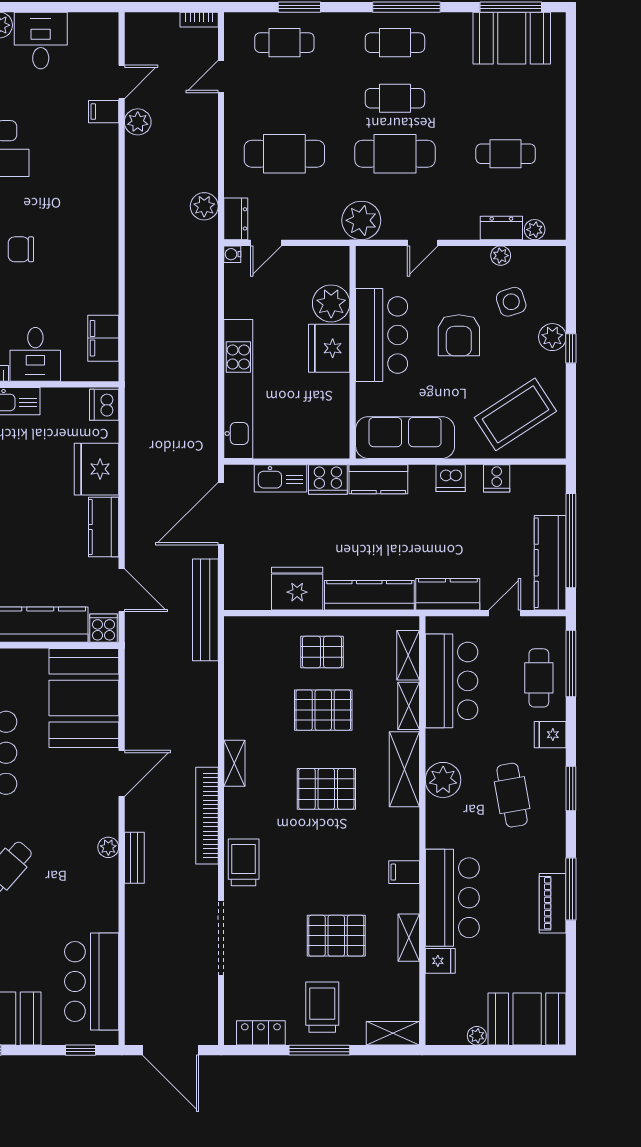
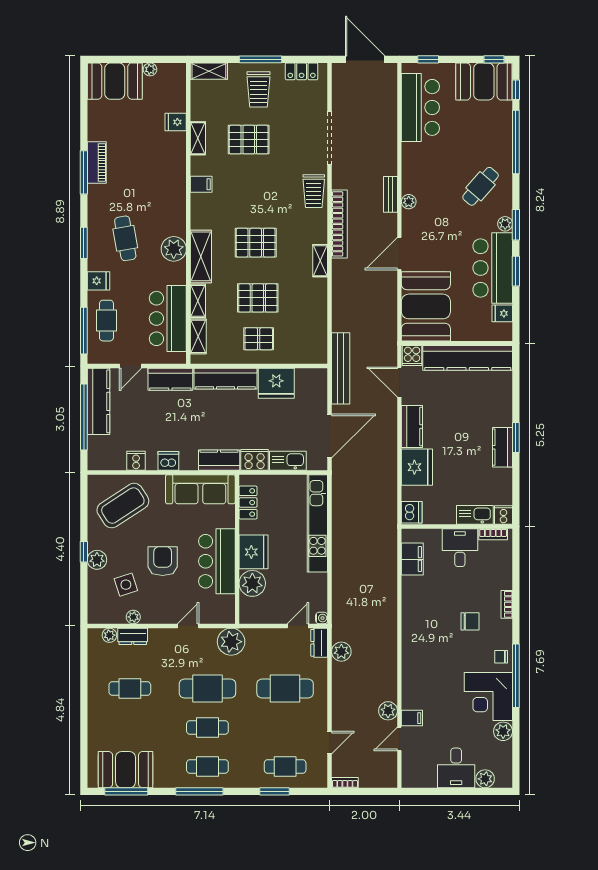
locker: (337, 419) -> (248, 502), added
bar counter: (452, 898) -> (167, 166), removed

